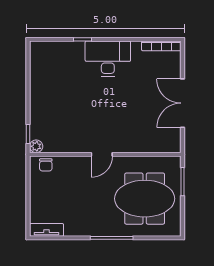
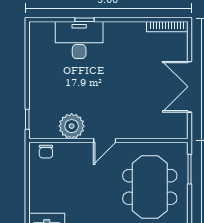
desk: (108, 59) -> (79, 40), moved
plant: (36, 146) -> (72, 126), moved, width x1.87, depth x1.87
meeting table: (145, 199) -> (150, 187), turned 90

